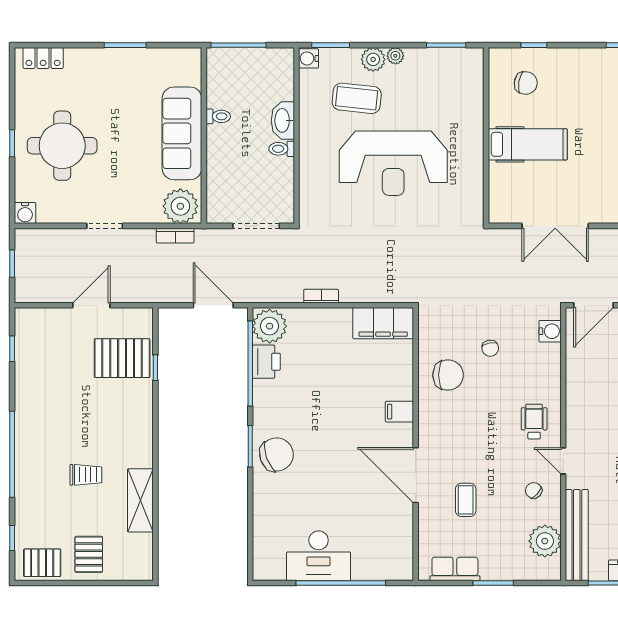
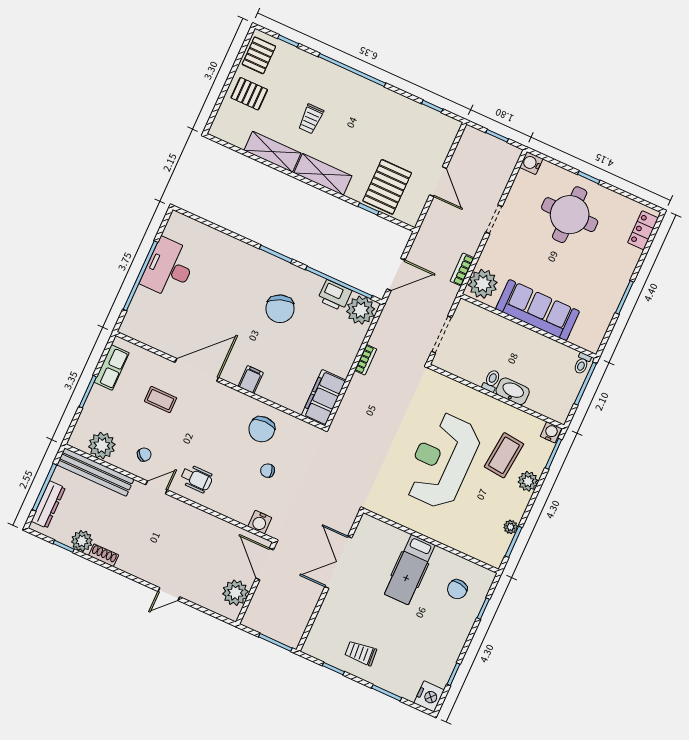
plant: (395, 56) -> (511, 527), moved
toilet: (218, 116) -> (582, 364), moved
shelving: (140, 434) -> (323, 174), added
chair: (277, 455) -> (280, 309), moved

